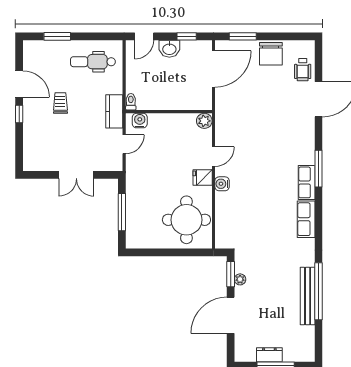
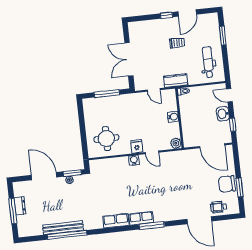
window: (243, 36) -> (240, 187), moved
water cooler: (140, 121) -> (173, 117), moved
double door: (76, 175) -> (129, 59), width x1.37
round table: (186, 220) -> (106, 139), width x0.73, depth x0.73

